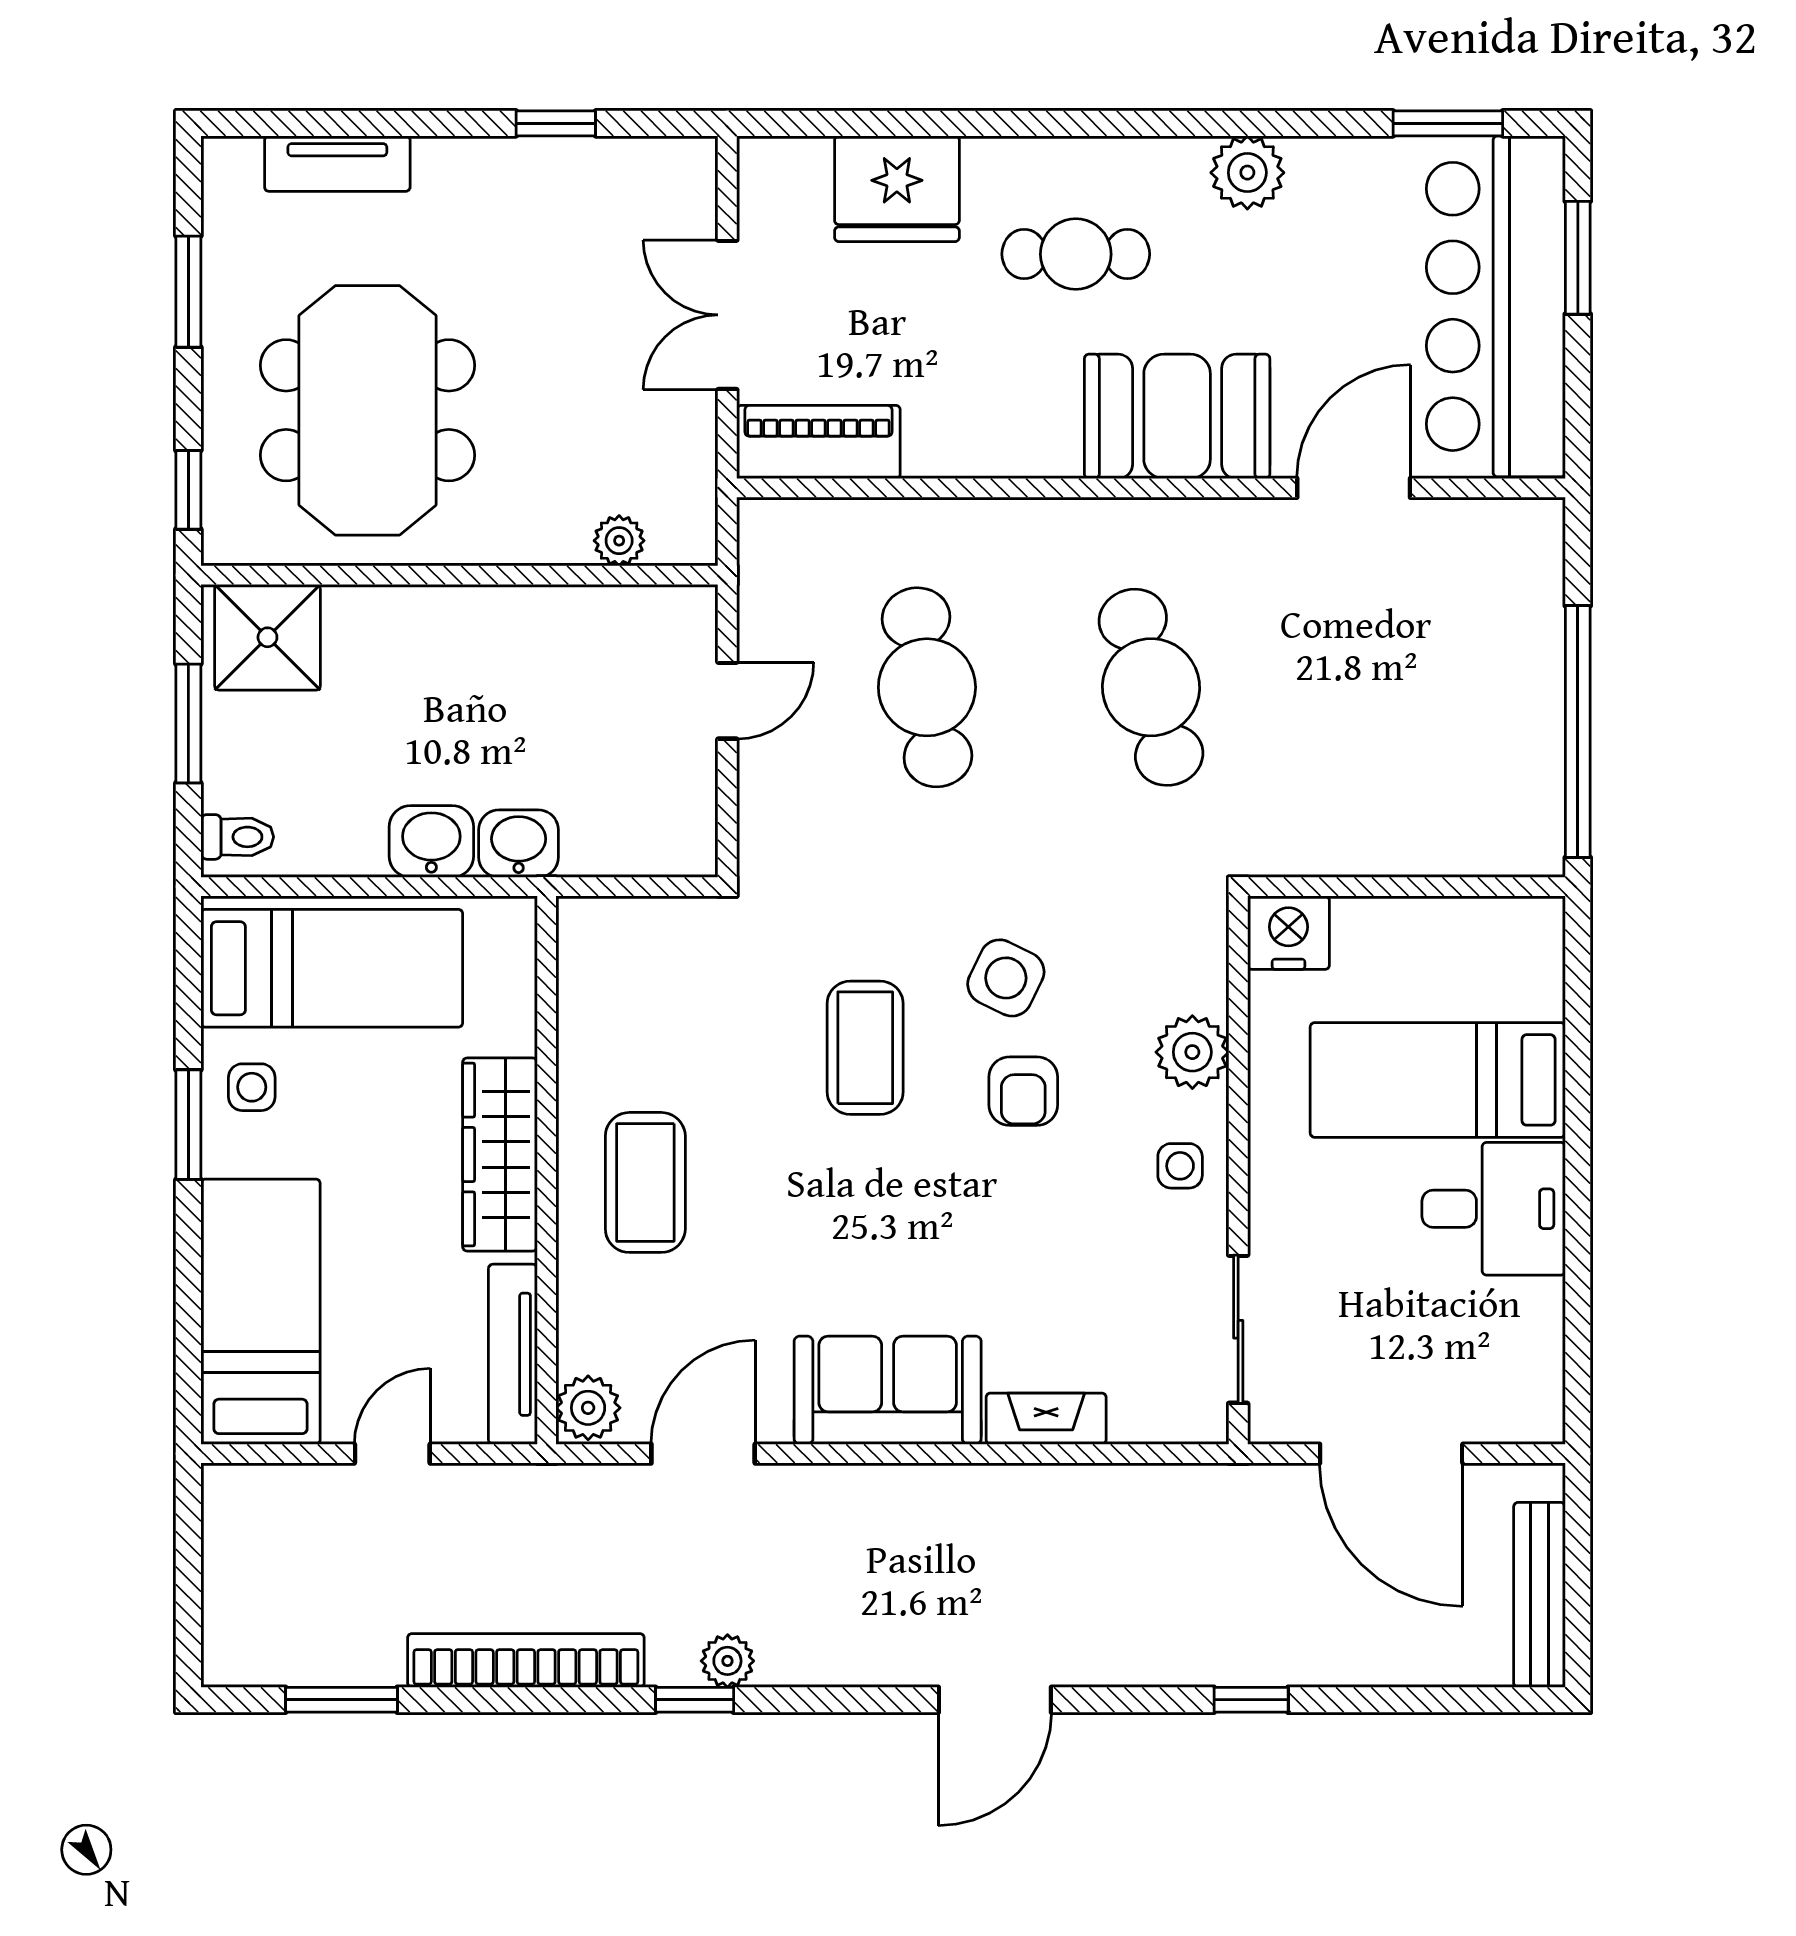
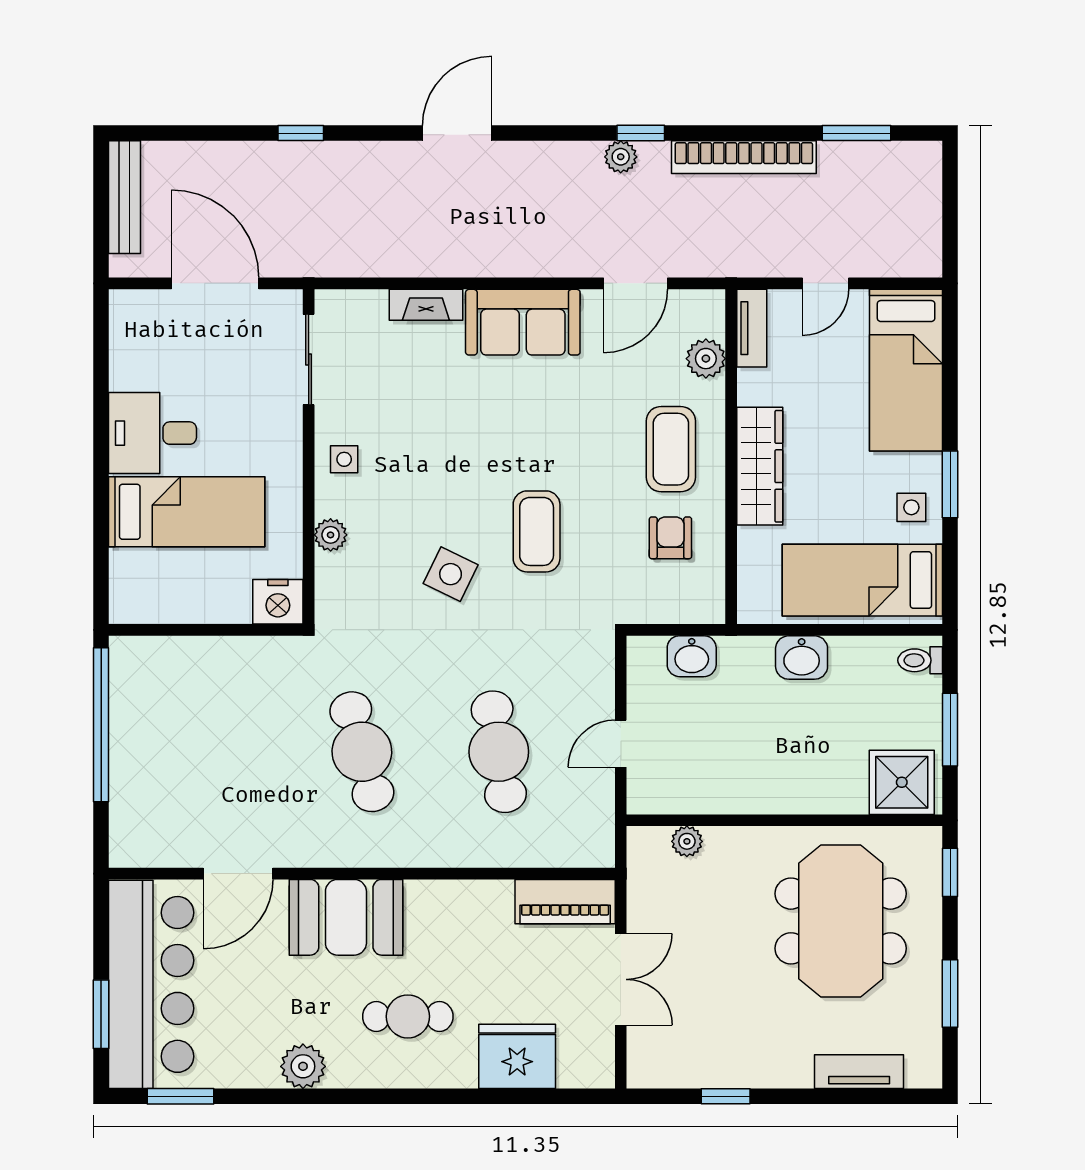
washbasin: (519, 844) -> (692, 656), moved
plant: (1192, 1052) -> (331, 535), width x0.73, depth x0.73
armchair: (1023, 1091) -> (670, 538), moved
tv unit: (513, 1354) -> (752, 328), width x0.71
plant: (588, 1408) -> (706, 359), moved

